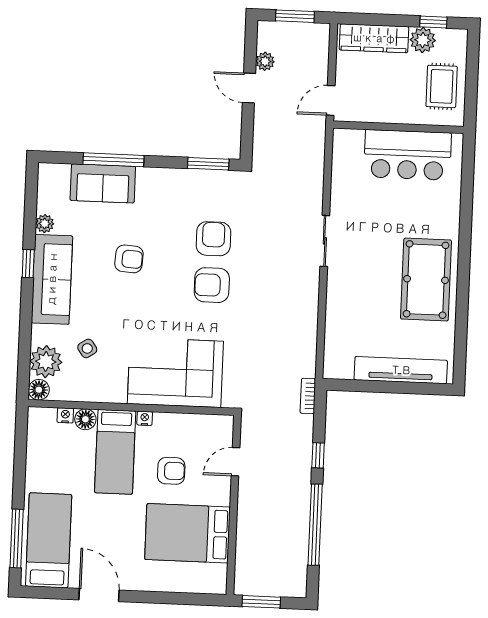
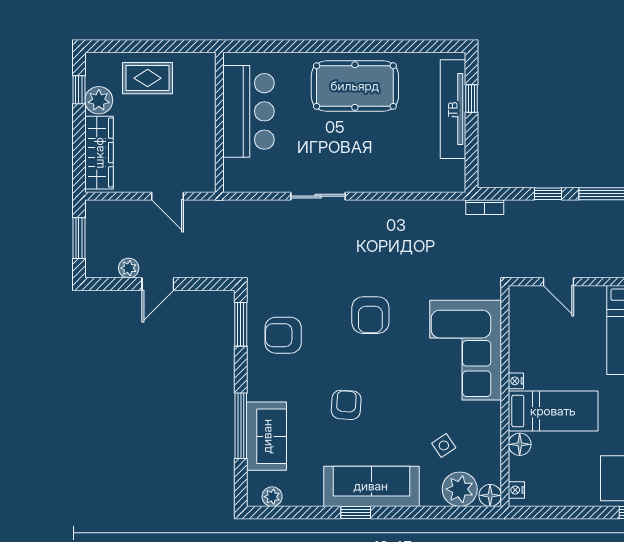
wall: (398, 127) -> (219, 122), moved
bar counter: (408, 155) -> (248, 111), moved
plant: (45, 224) -> (272, 497), moved
armchair: (213, 239) -> (283, 335), moved
window: (410, 388) -> (472, 99), added
nightstand: (65, 415) -> (516, 490), moved
armchair: (171, 471) -> (571, 350), removed

